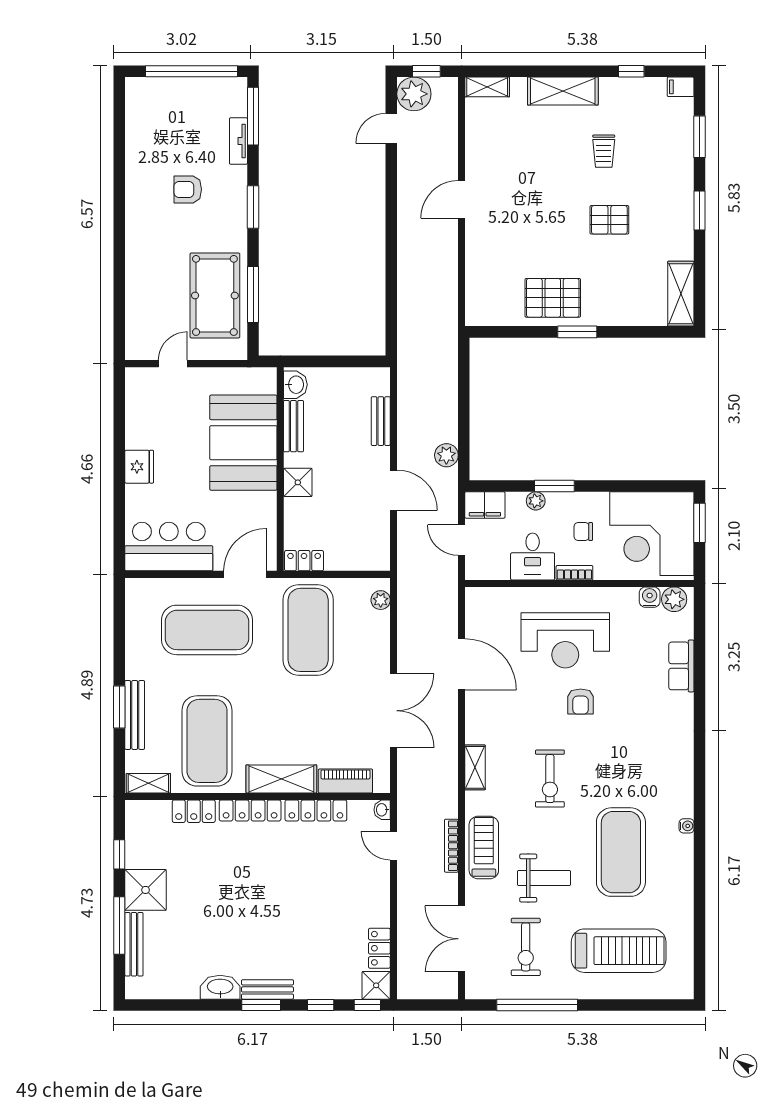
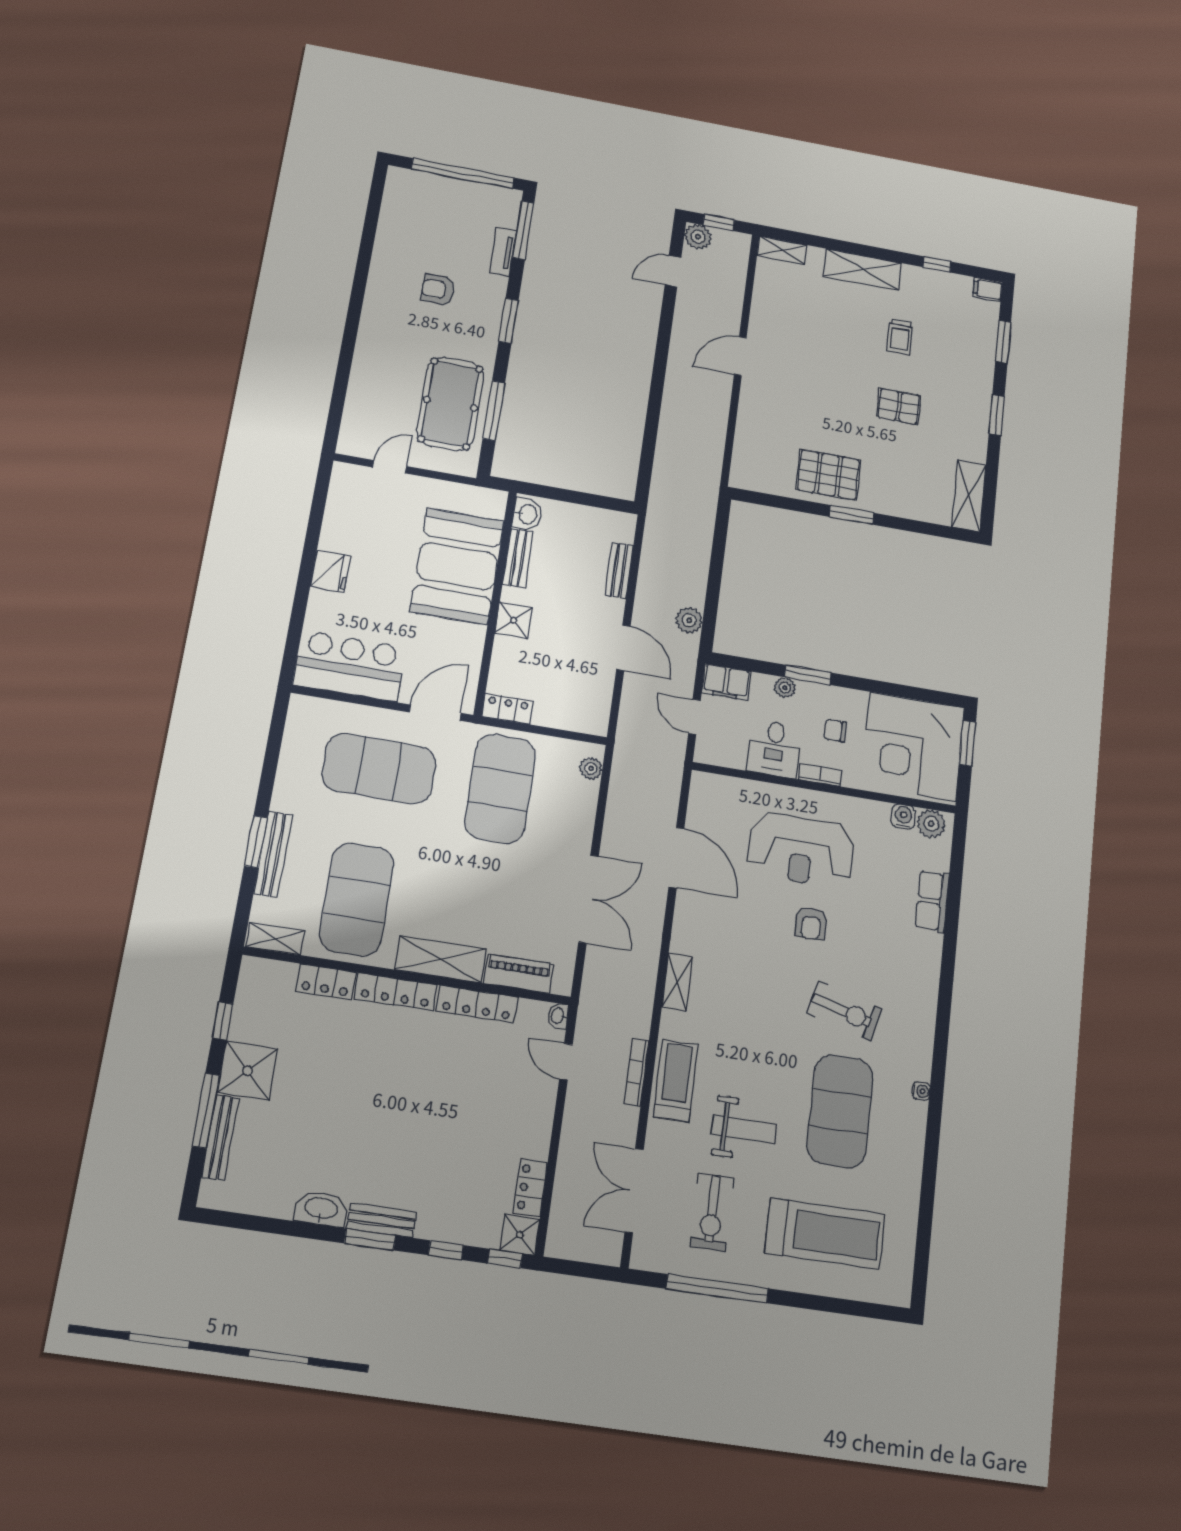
plant: (414, 94) -> (698, 237), width x0.73, depth x0.73
exercise bike: (550, 779) -> (844, 1011), moved, turned -75

